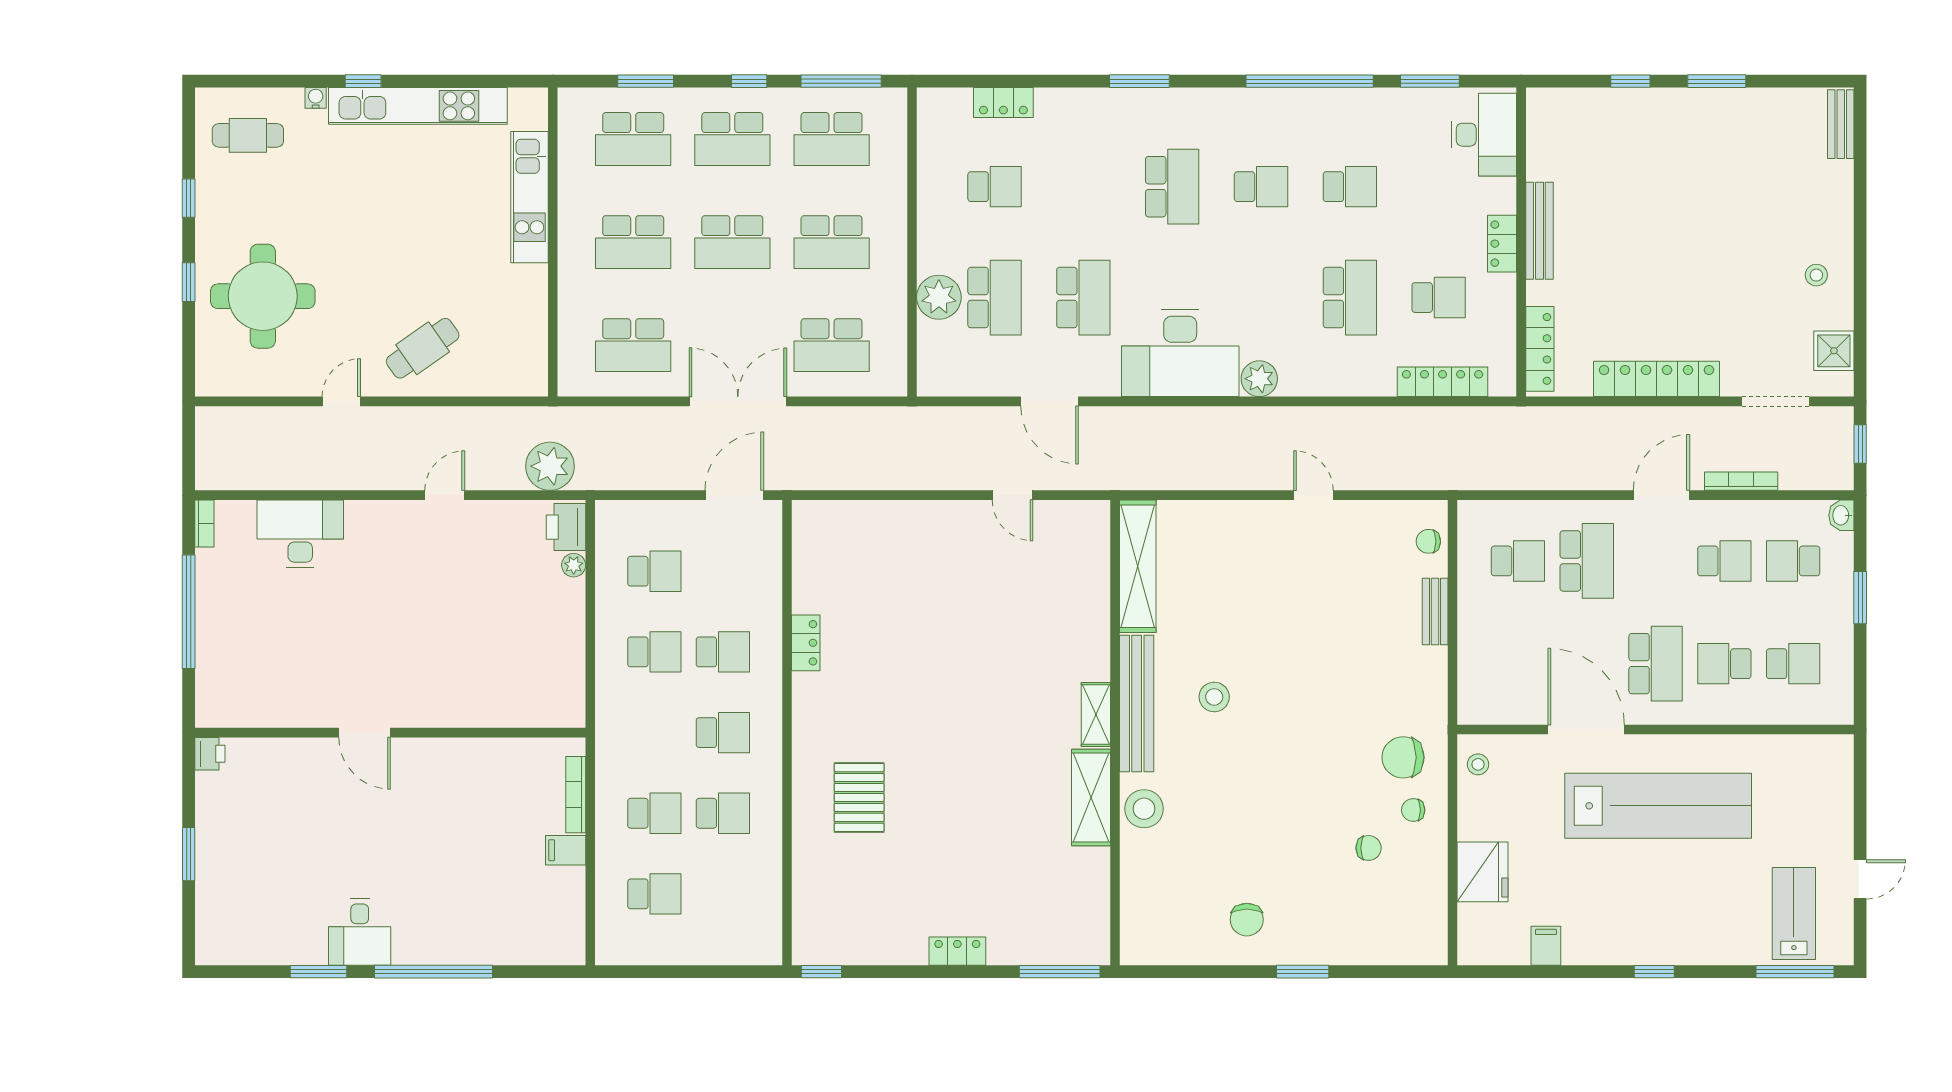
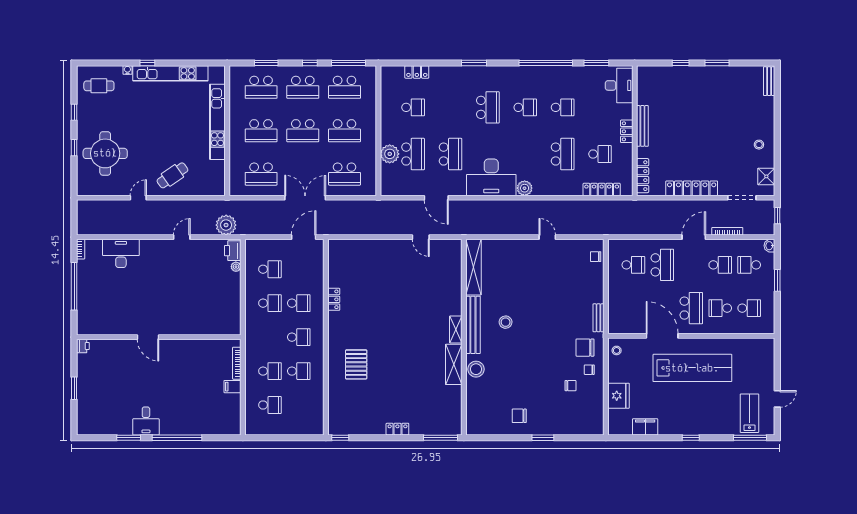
kitchen unit: (529, 197) -> (217, 122), width x1.36
bench: (1435, 611) -> (598, 318), moved
chair: (1247, 920) -> (519, 416), turned 90
filing cabinet: (1546, 946) -> (645, 427), width x2.00

